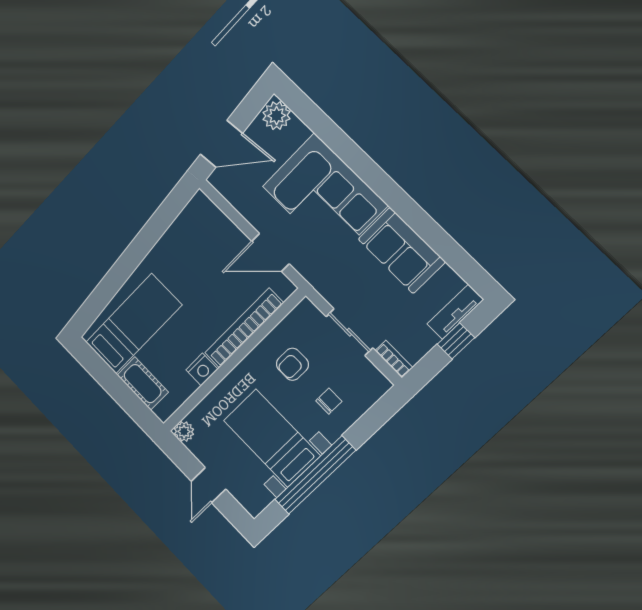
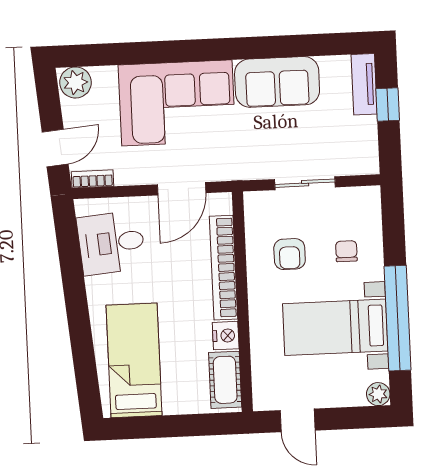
door: (221, 144) -> (55, 148), width x0.73
desk: (194, 239) -> (111, 243), added
bookcase: (394, 359) -> (93, 179), moved
cot: (143, 384) -> (225, 380), moved, turned 90
plant: (184, 432) -> (378, 394), moved
door: (208, 485) -> (298, 420), moved

